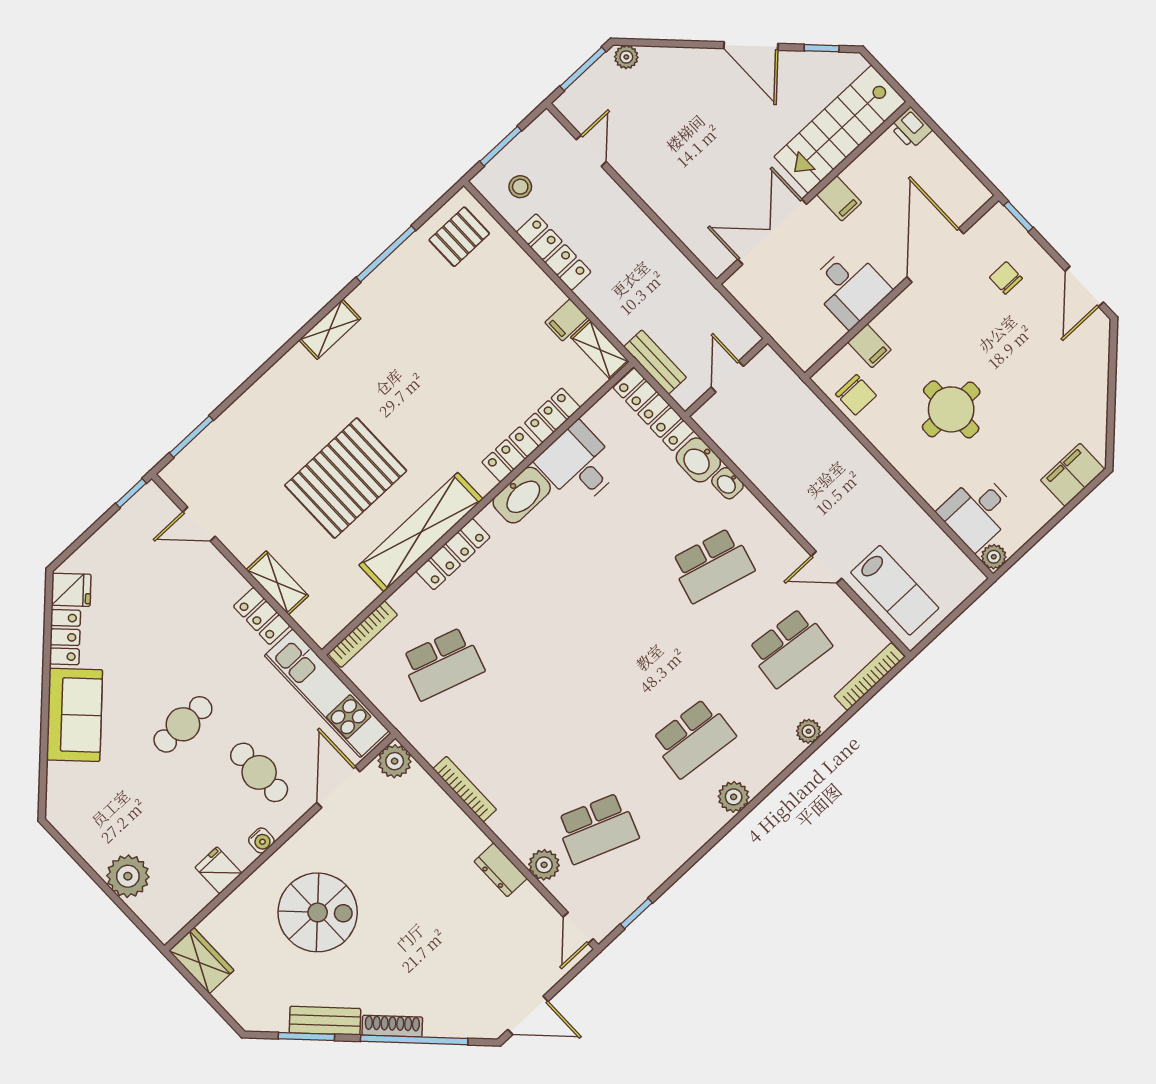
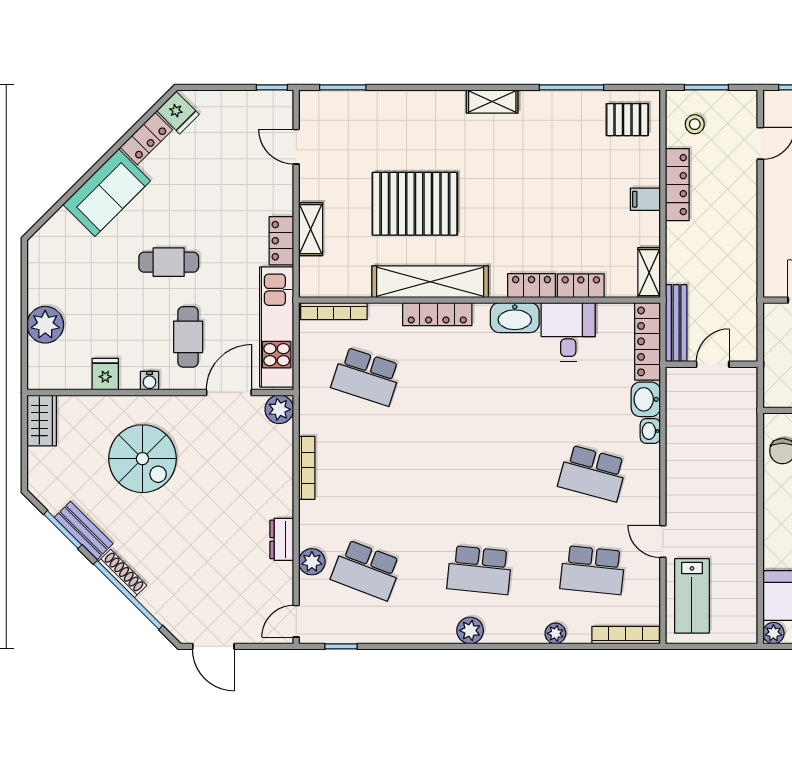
filing cabinet: (566, 320) -> (645, 199), moved
bench: (655, 362) -> (676, 323), width x1.36

